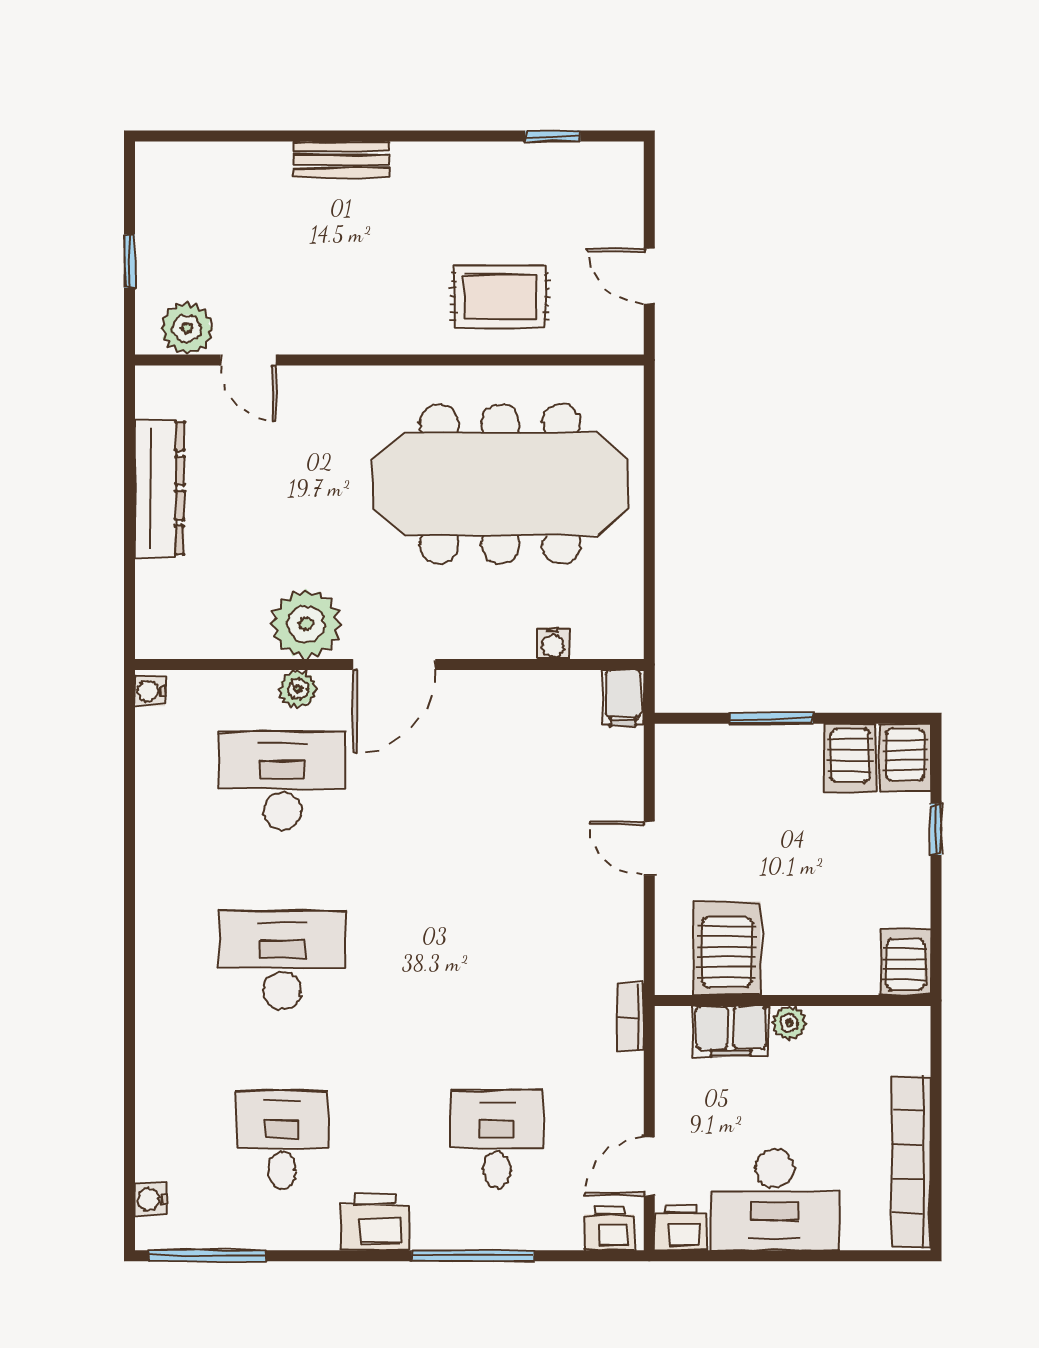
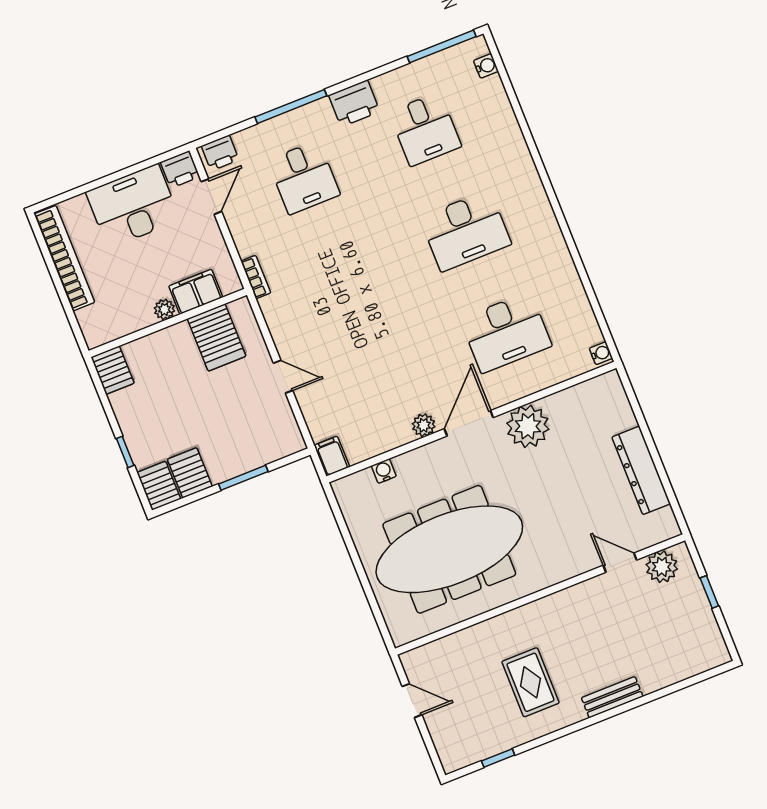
rug: (500, 297) -> (530, 682), moved, turned 90
plant: (298, 689) -> (424, 425), moved

